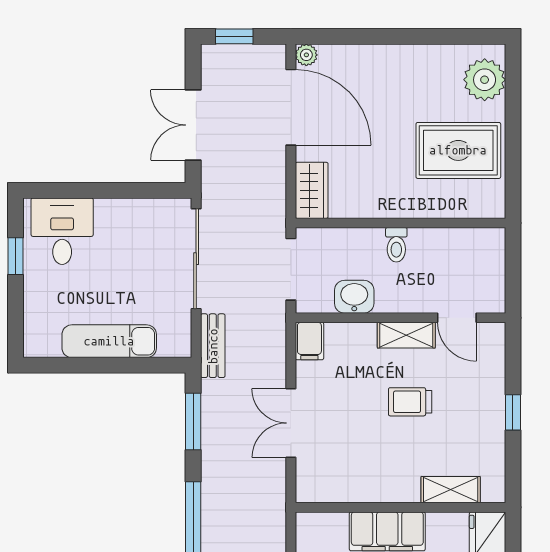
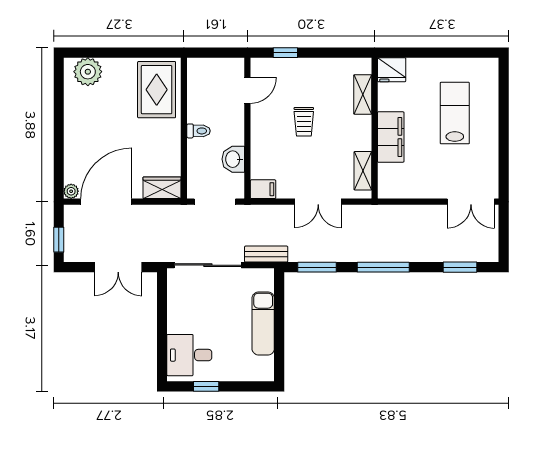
rug: (458, 150) -> (157, 90), moved
shelving: (406, 335) -> (363, 171), moved
window: (513, 412) -> (285, 53), moved

